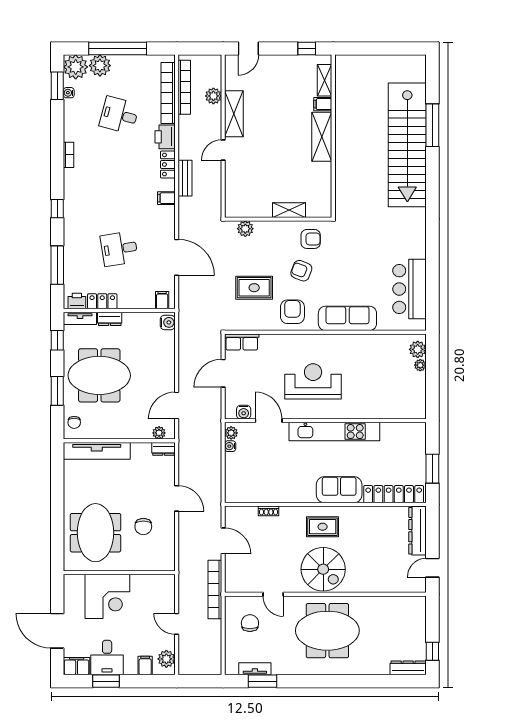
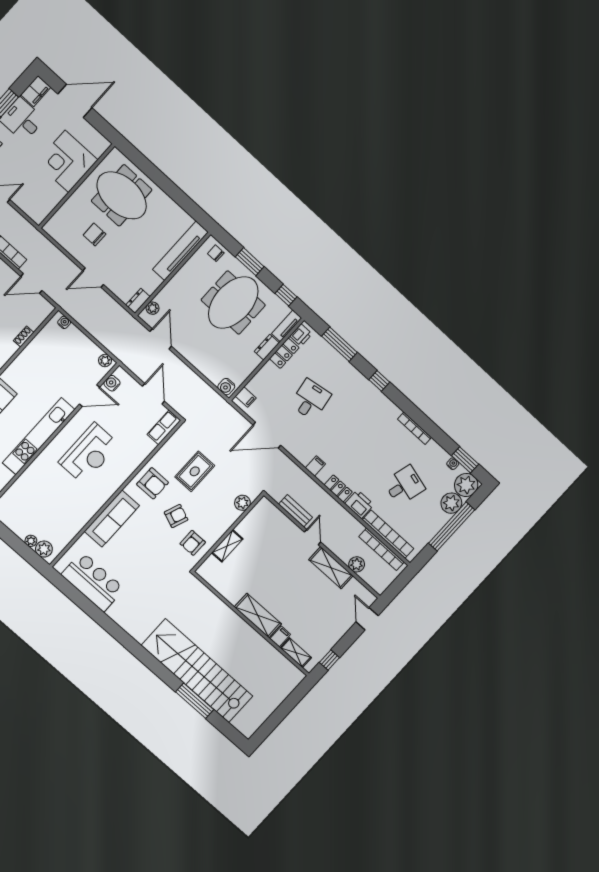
bookcase: (69, 155) -> (415, 428), width x1.56
bench: (185, 178) -> (296, 511), moved
water cooler: (230, 446) -> (64, 322), moved

